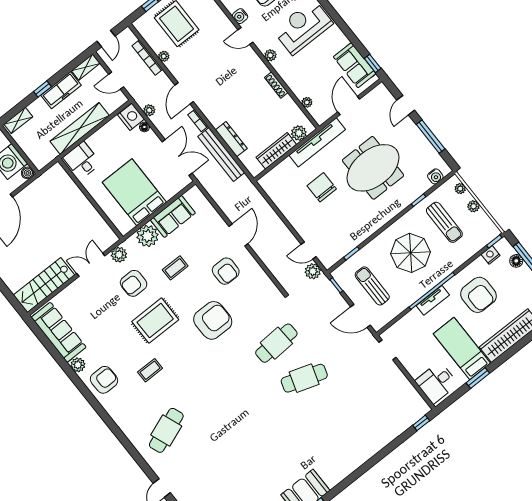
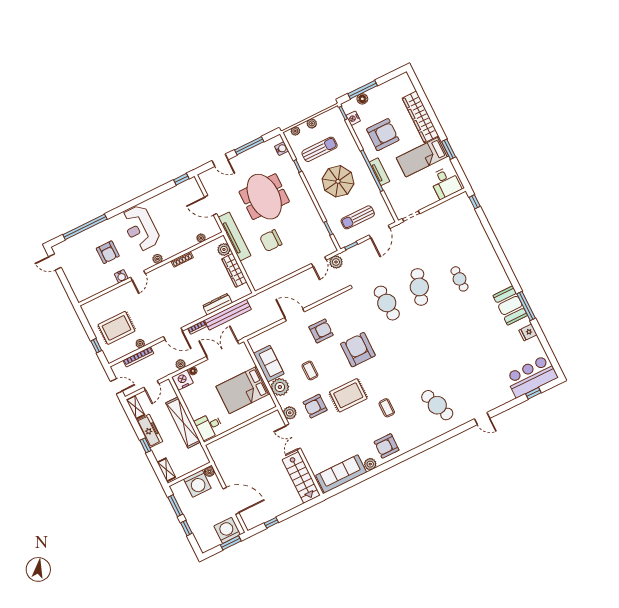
sofa: (355, 65) -> (180, 194), removed
armchair: (134, 283) -> (315, 406), turned 90
rug: (155, 321) -> (348, 395), turned 90
armchair: (104, 380) -> (387, 446), turned -90
cafe table: (324, 425) -> (459, 279), added

